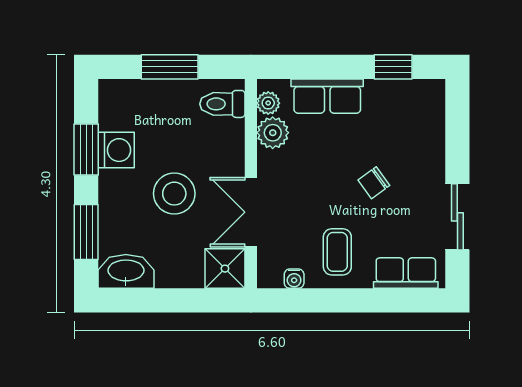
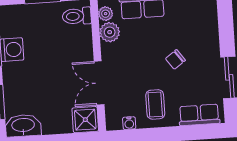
stool: (174, 194) -> (50, 75), removed

